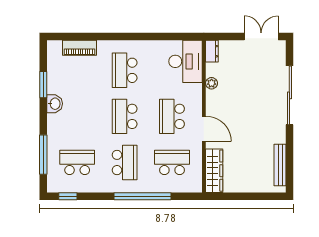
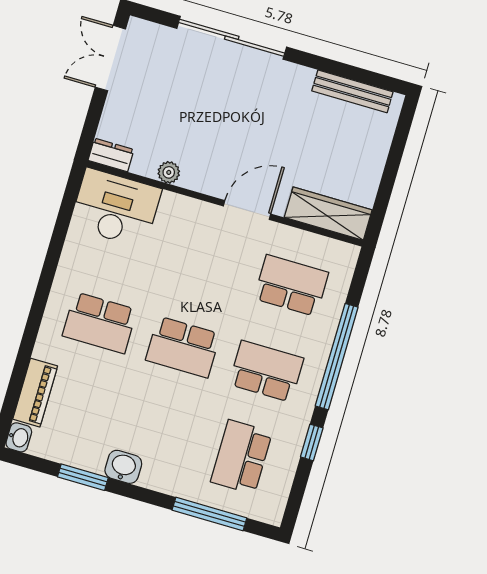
washbasin: (54, 46) -> (19, 437), added
school desk: (172, 116) -> (208, 261), removed
school desk: (172, 162) -> (291, 285), turned 90
window: (68, 196) -> (312, 442), moved

